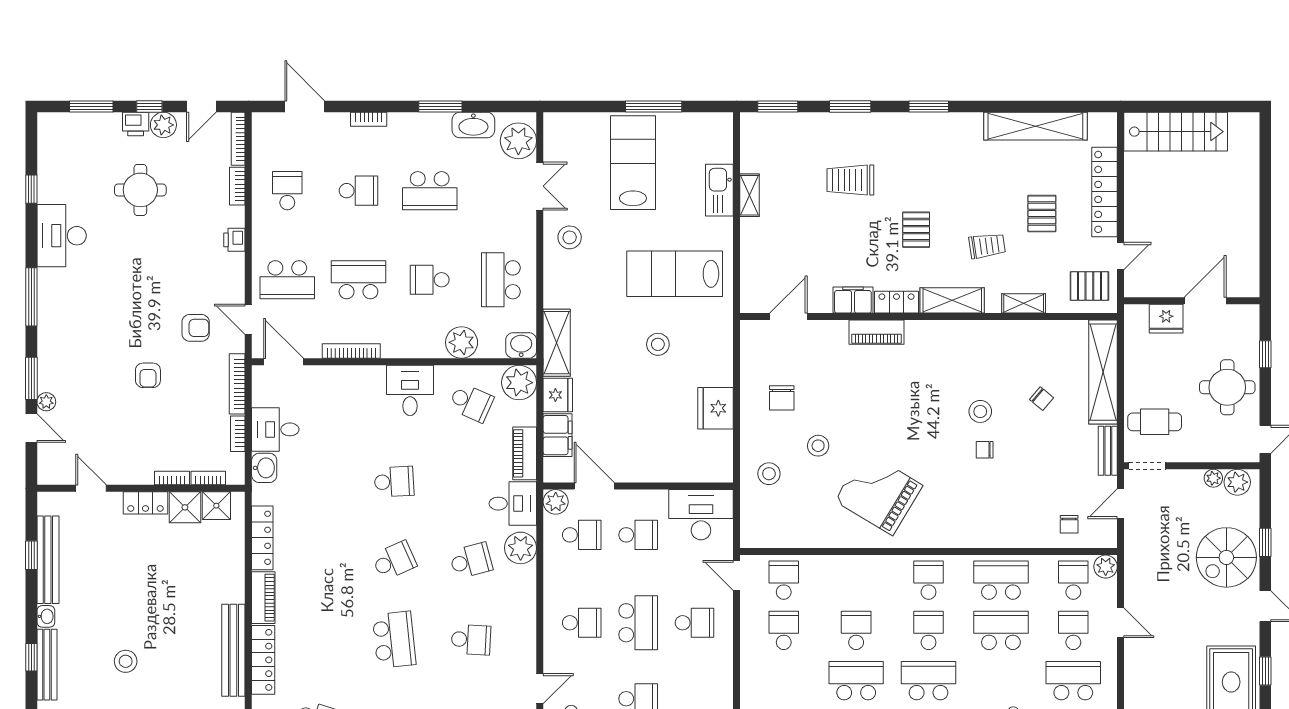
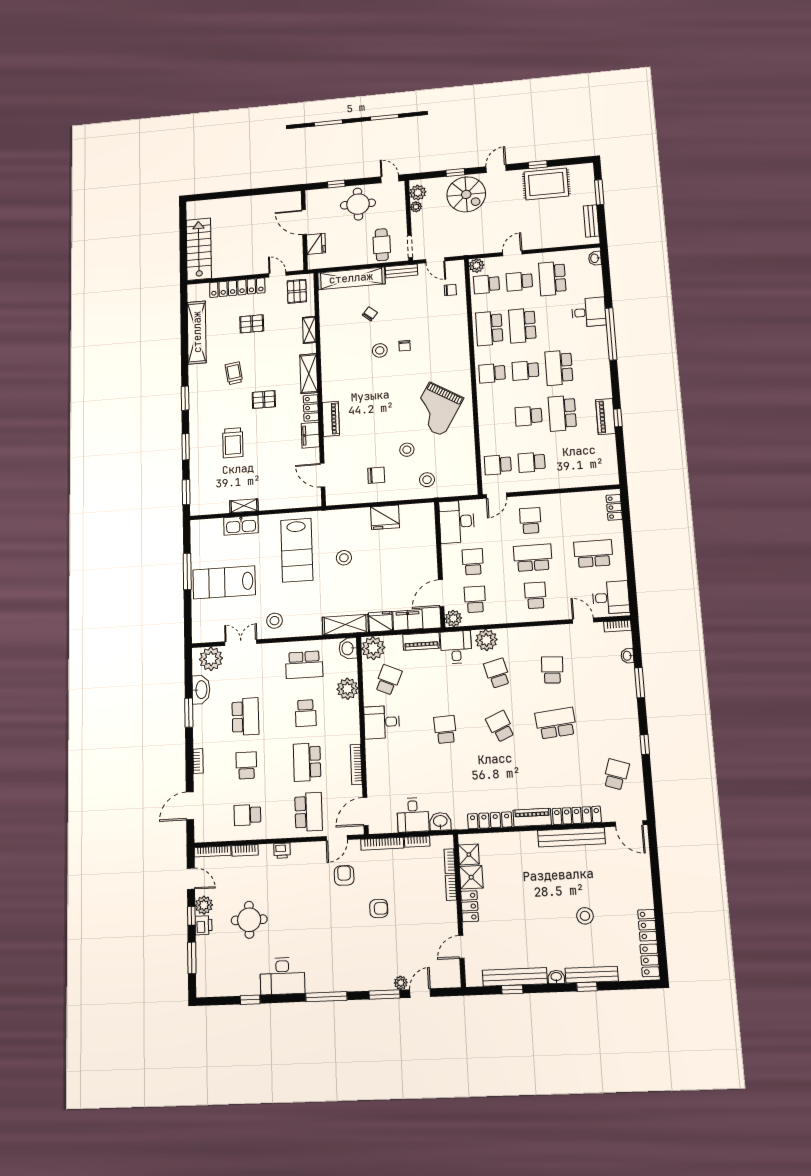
trolley: (987, 246) -> (234, 373), moved

